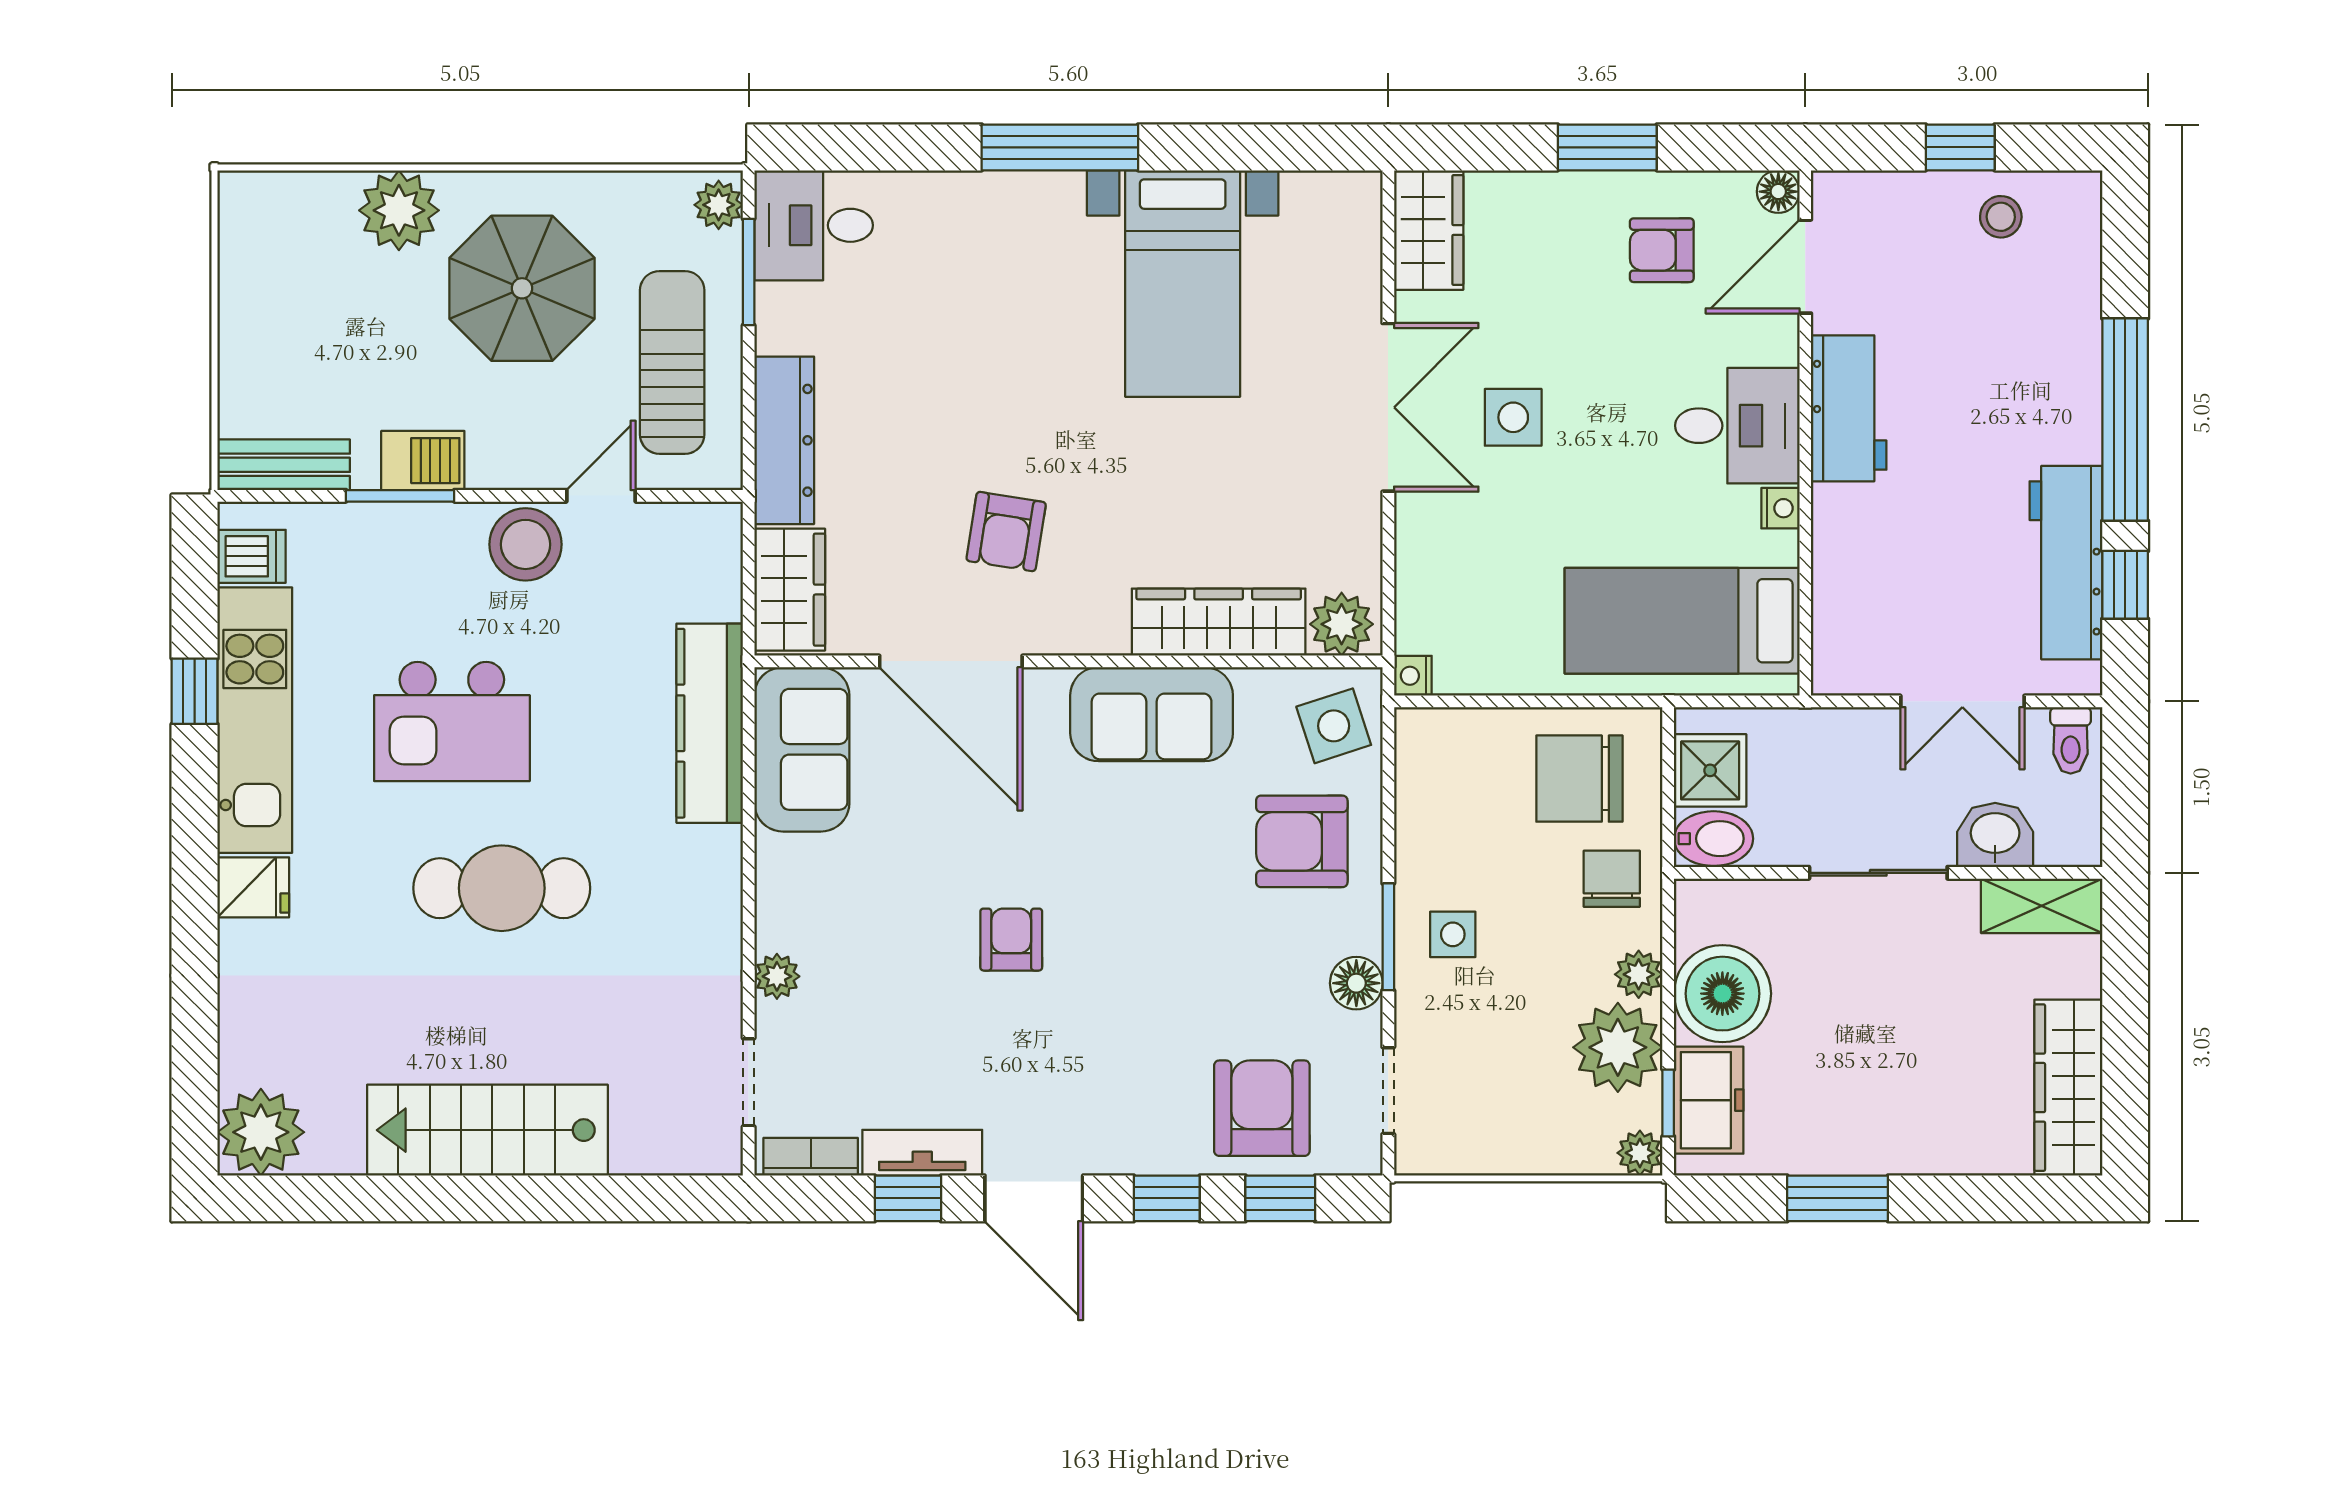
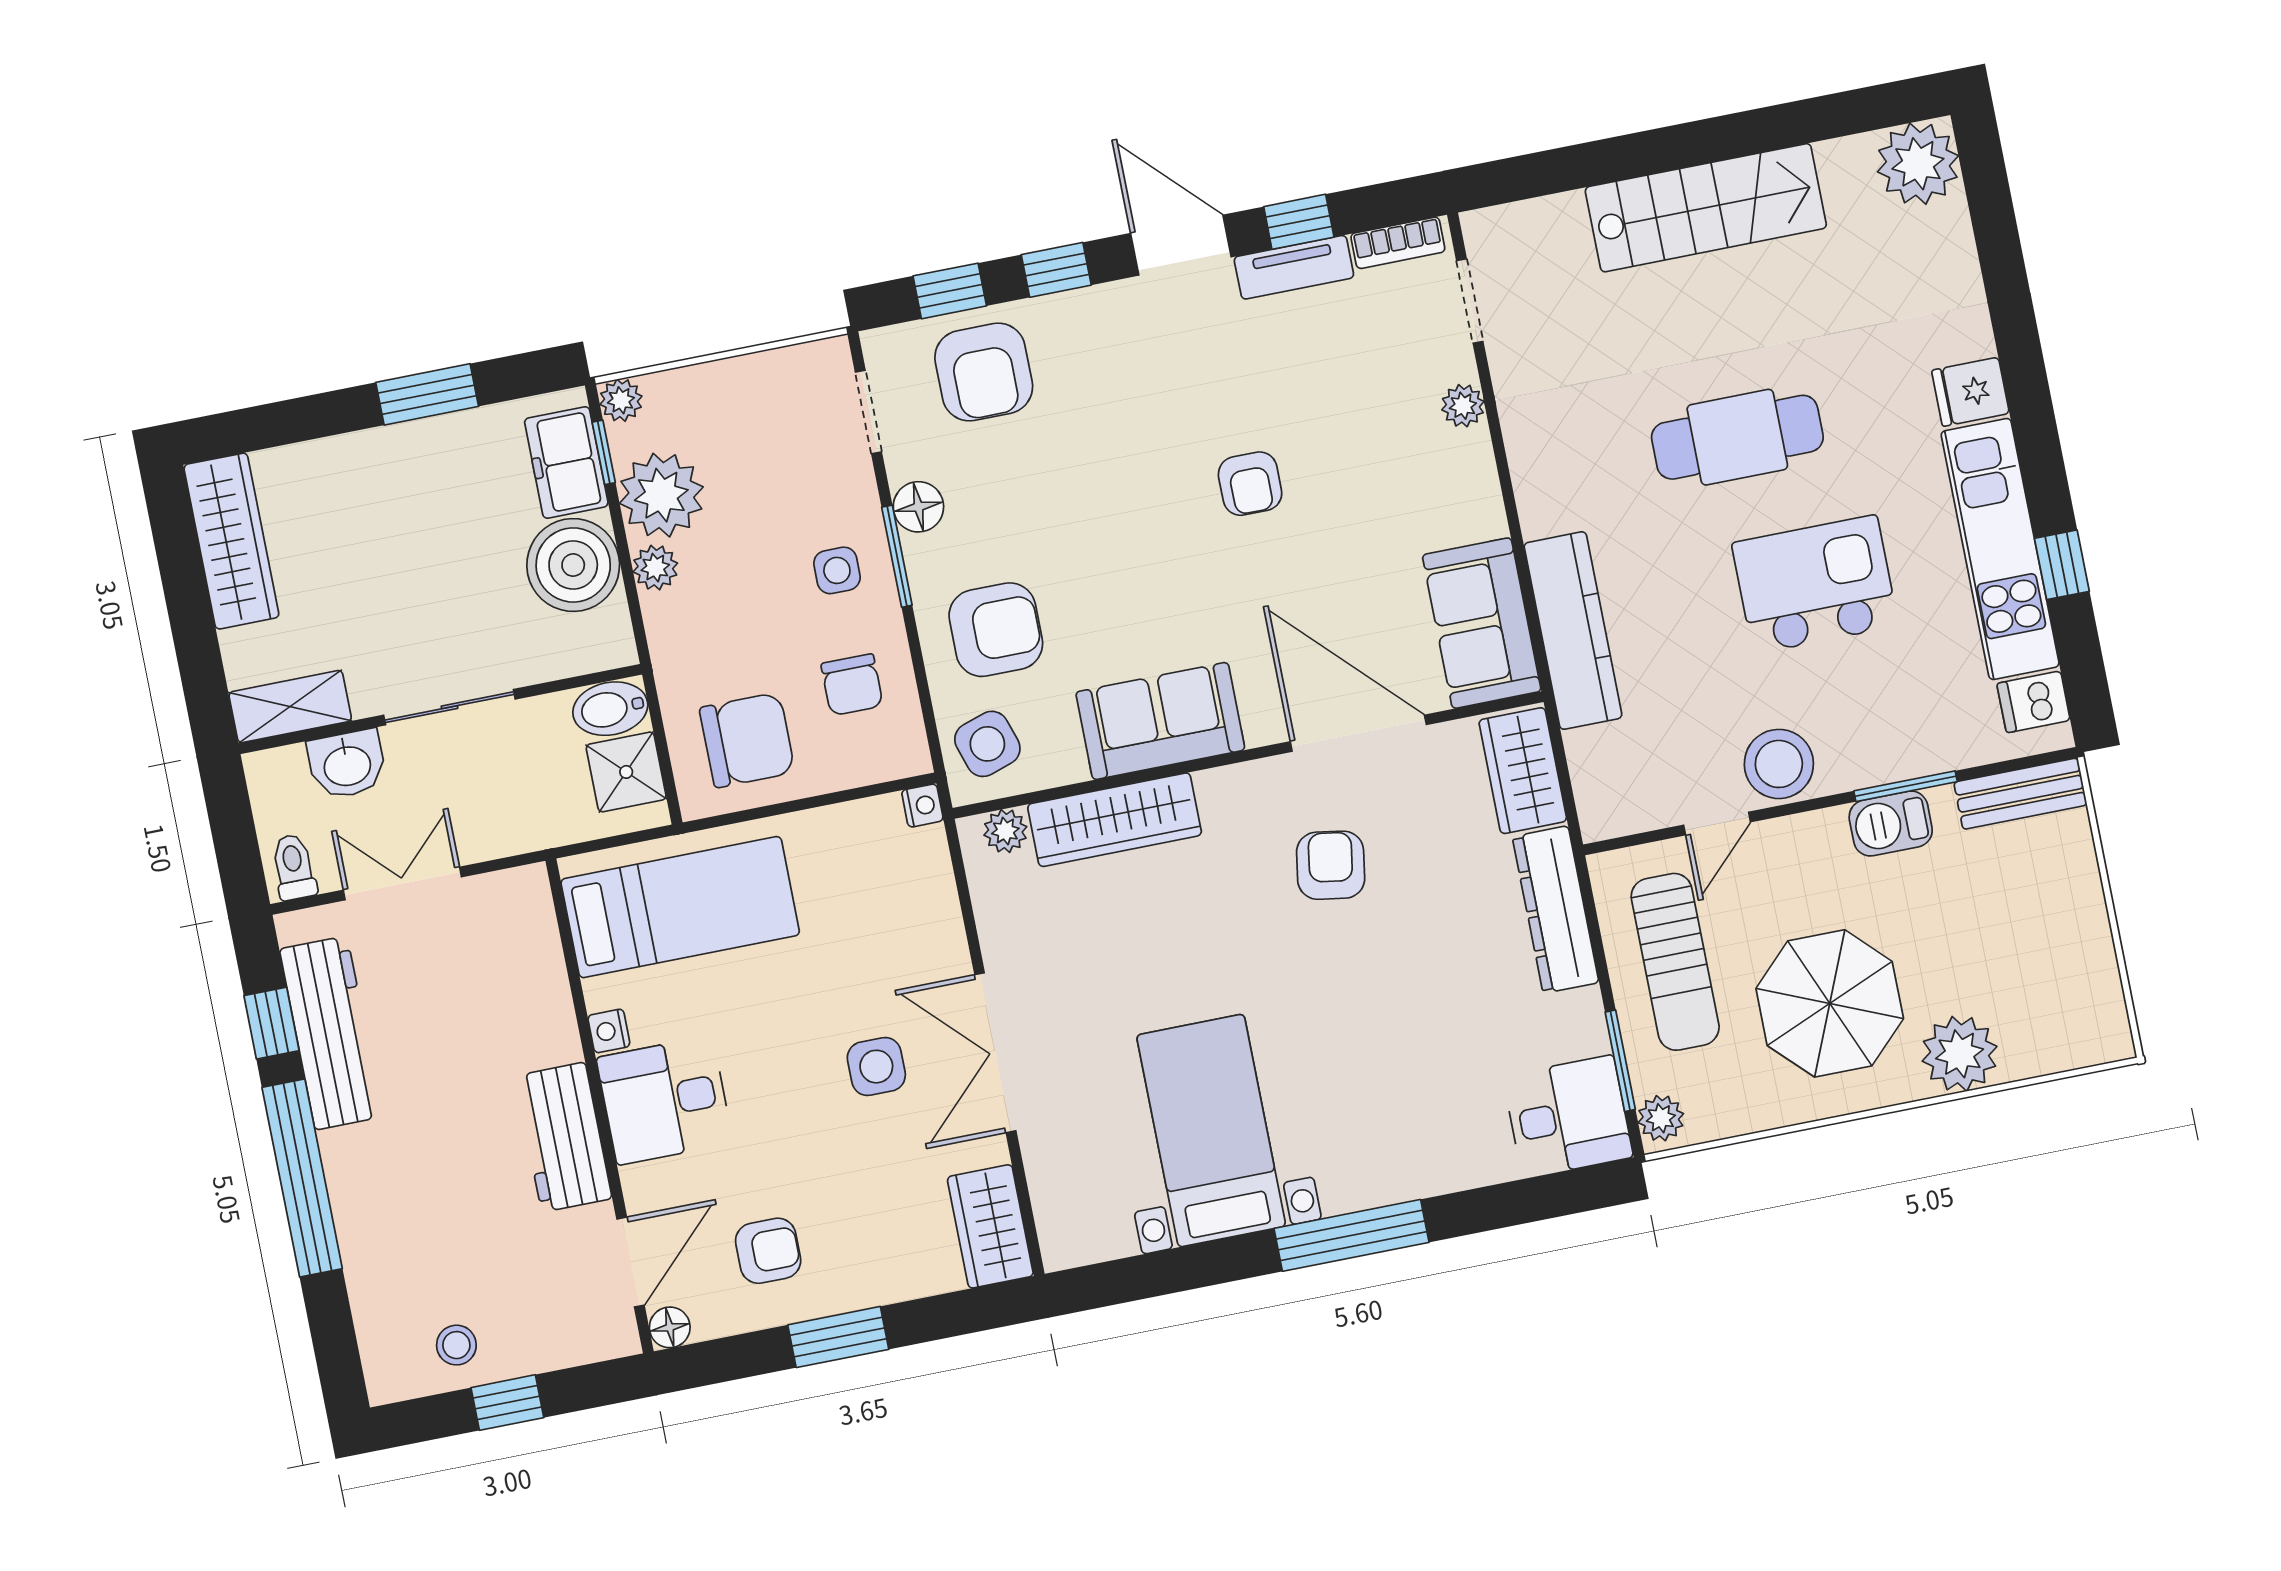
plant: (1342, 624) -> (1005, 831), width x0.73, depth x0.73
chair: (1612, 879) -> (852, 685), moved

